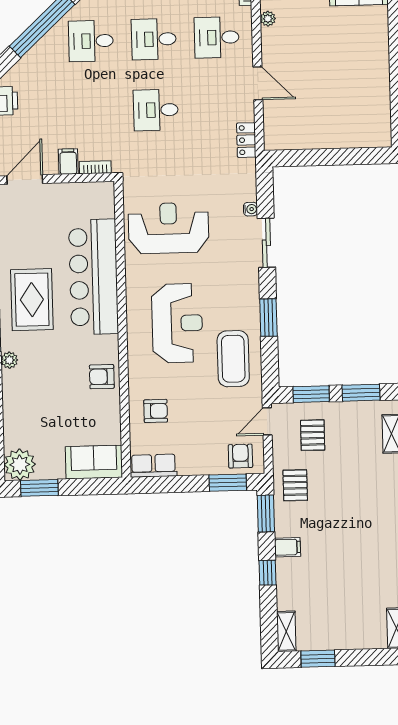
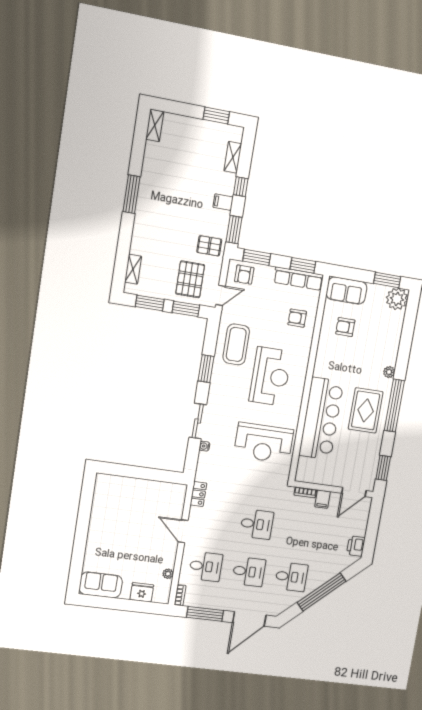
reception desk: (177, 323) -> (270, 376), turned 180
armchair: (102, 377) -> (345, 327), moved, turned 180
pallet: (313, 435) -> (190, 279), width x1.50, depth x1.42
row of seats: (153, 466) -> (298, 279), width x1.48
window: (162, 485) -> (303, 265), added
pallet: (295, 485) -> (209, 246), turned 90
shelving: (286, 631) -> (233, 157), moved

